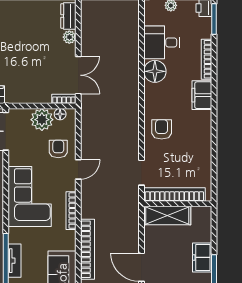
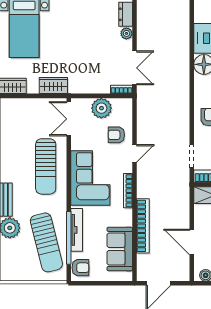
floor lamp: (60, 114) -> (118, 103), removed
armchair: (58, 149) -> (116, 135), turned -90
tv unit: (15, 261) -> (77, 230), width x1.41

